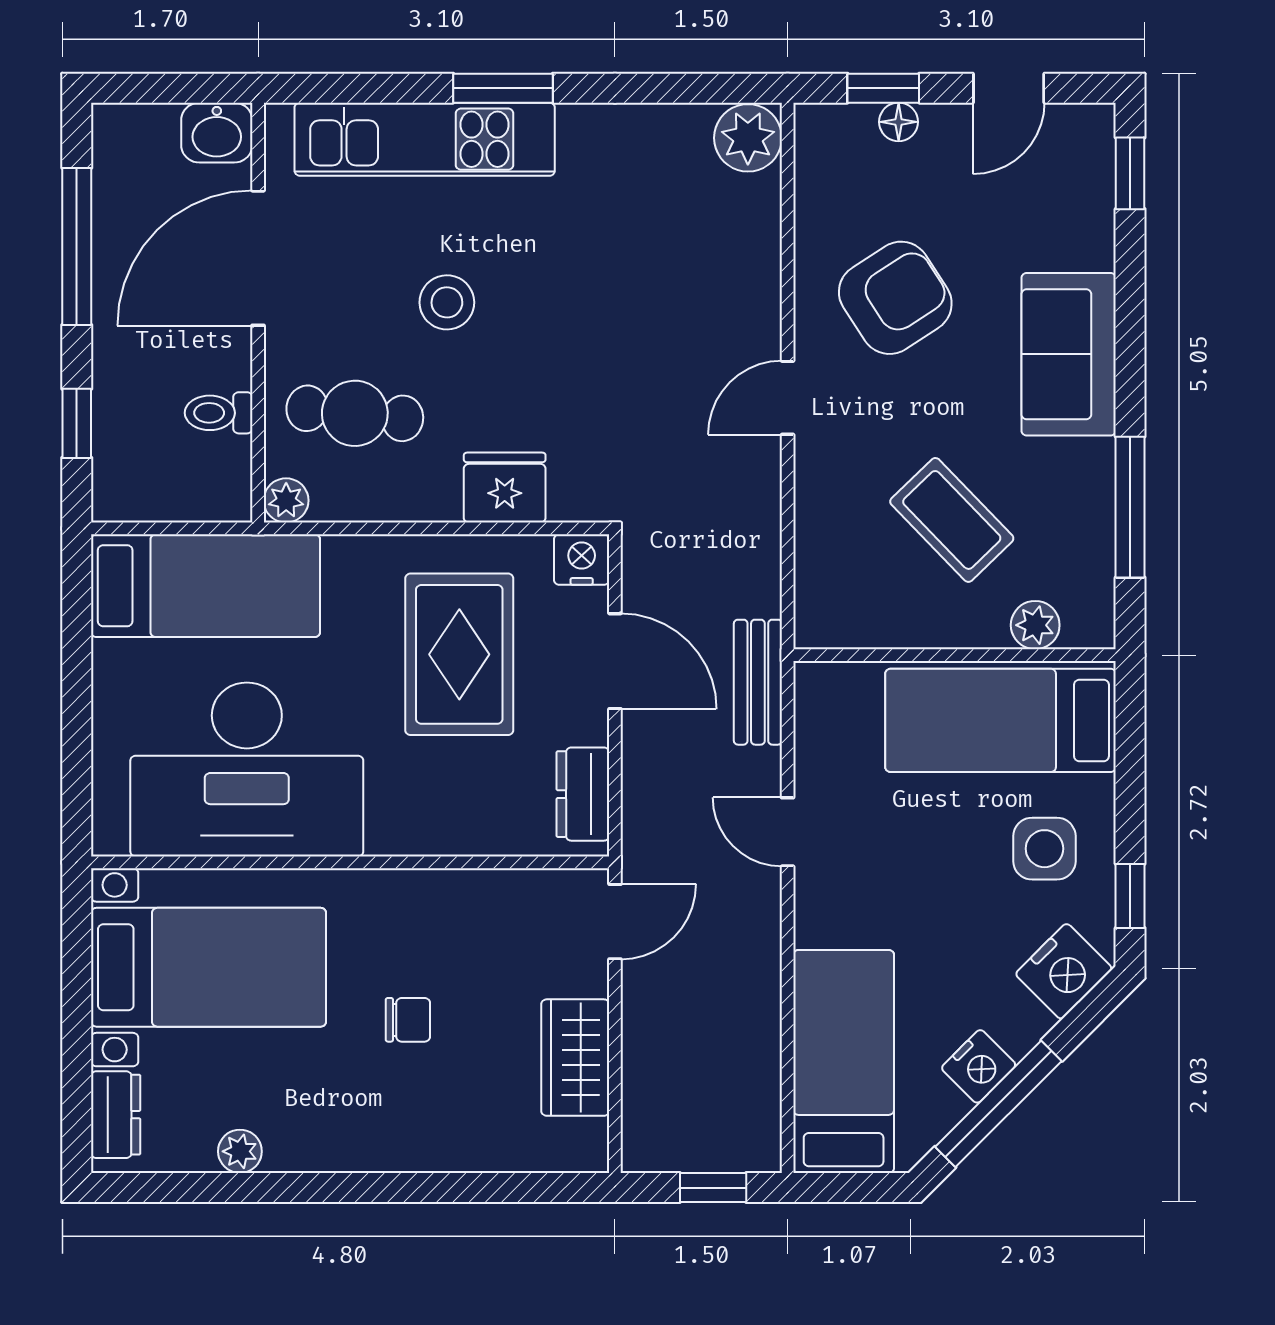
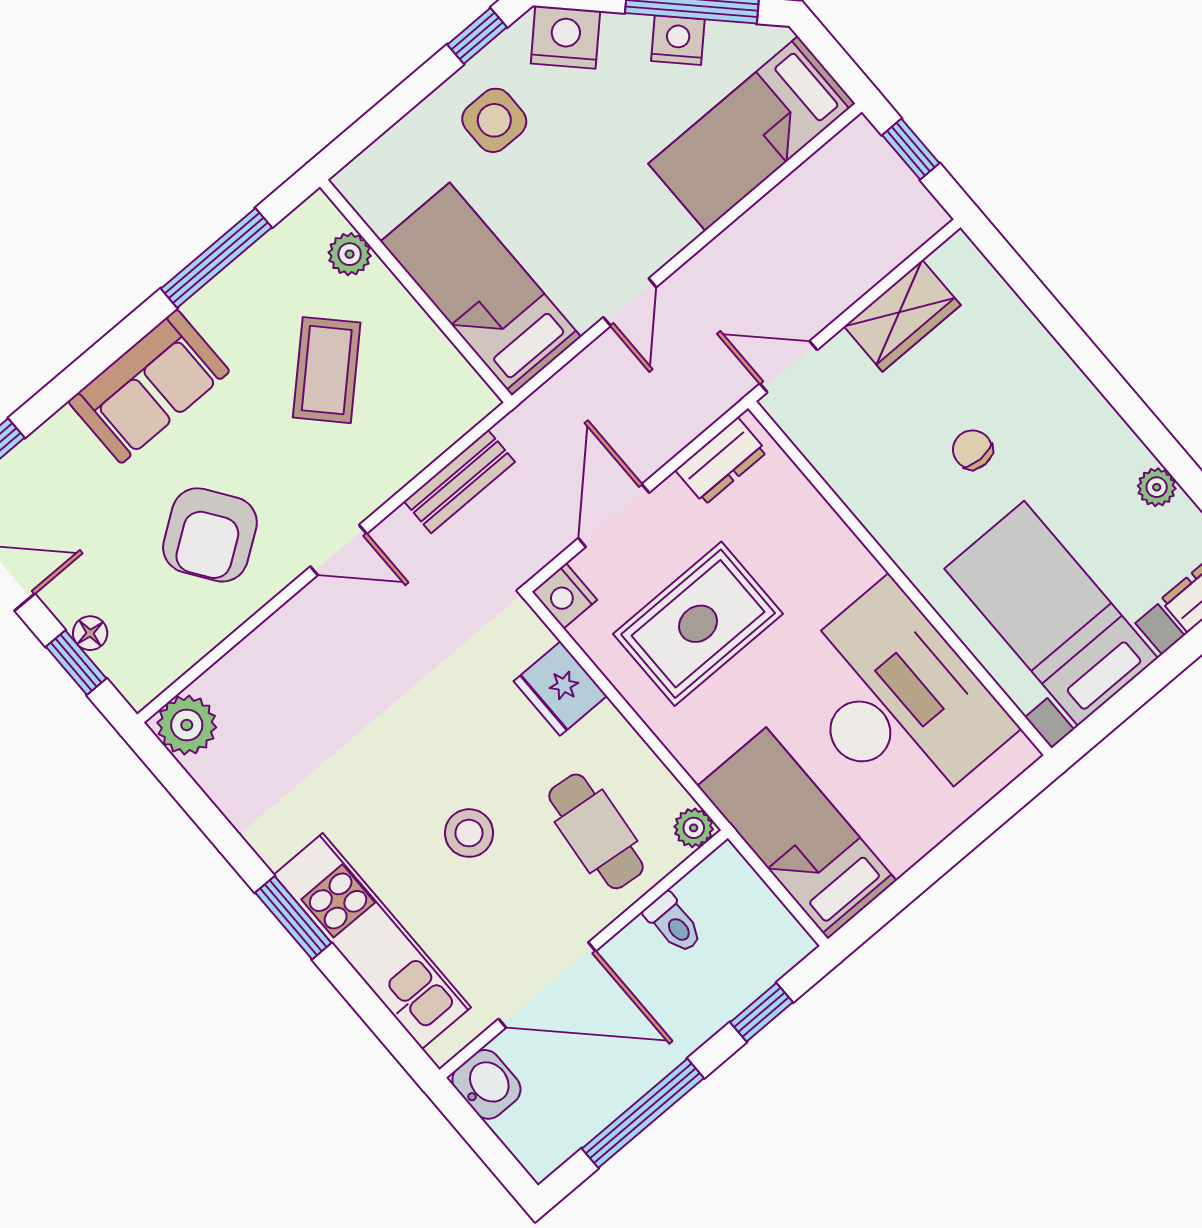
armchair: (895, 298) -> (210, 535), turned -92
bench: (758, 682) -> (459, 481), moved
bed: (1001, 720) -> (481, 289), moved, turned 180

